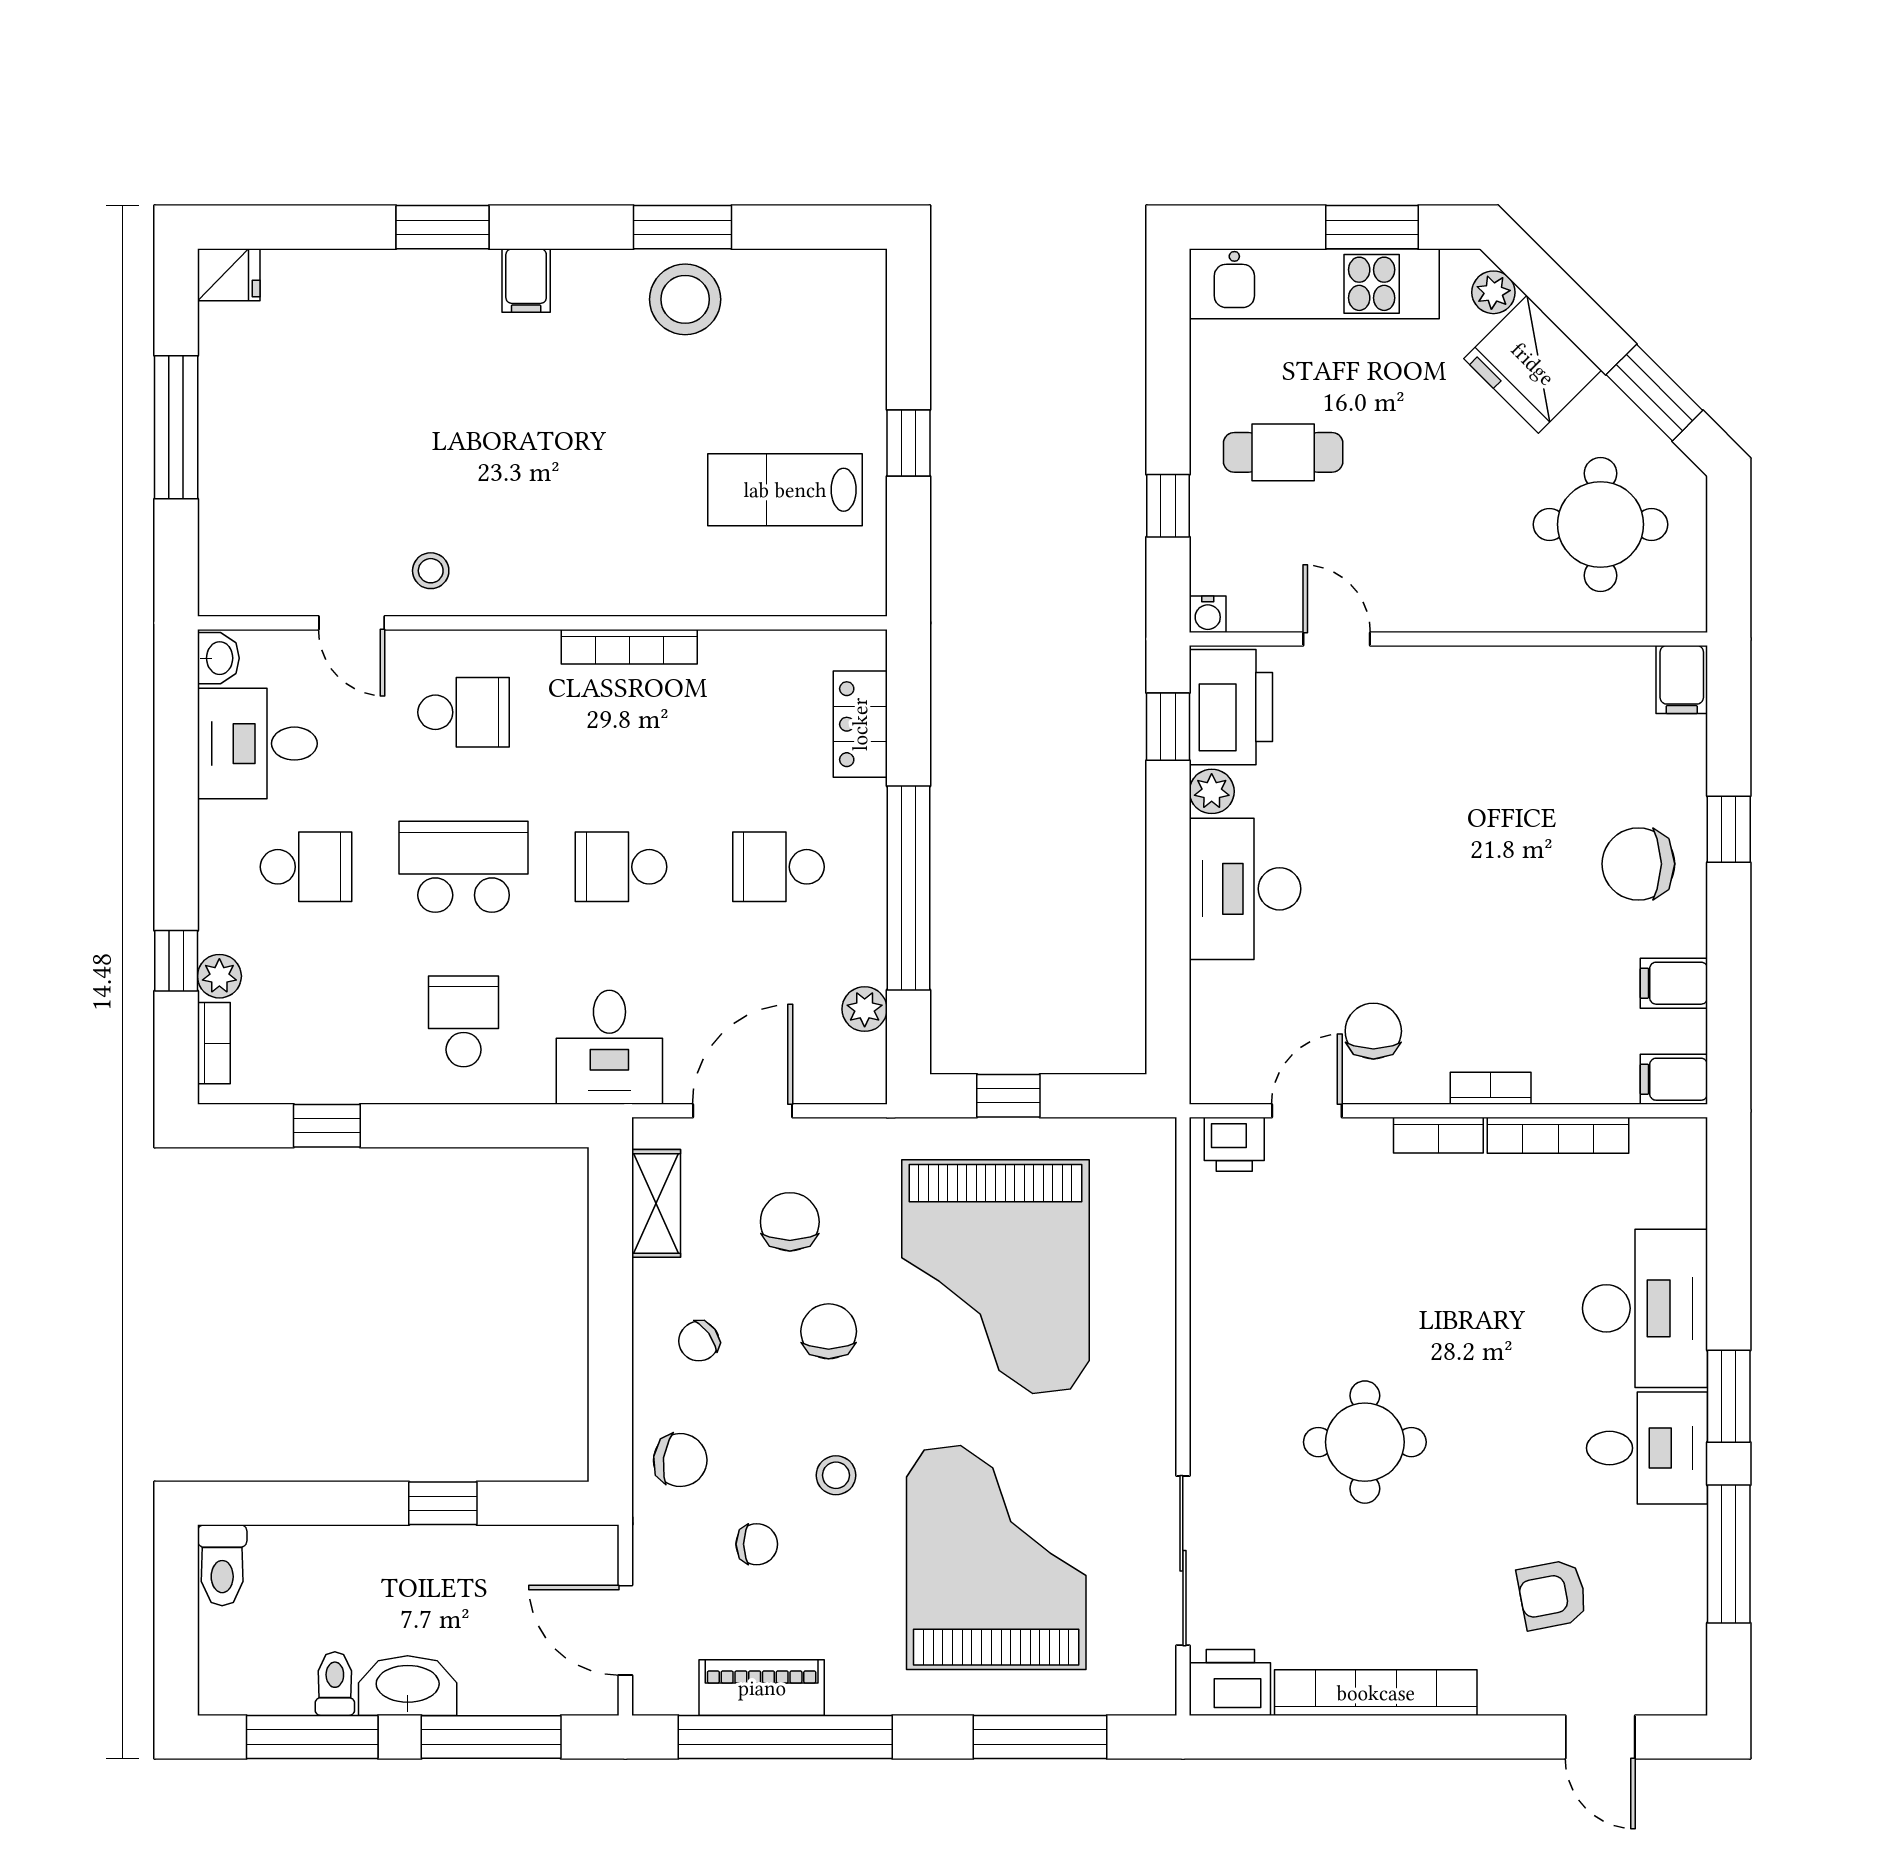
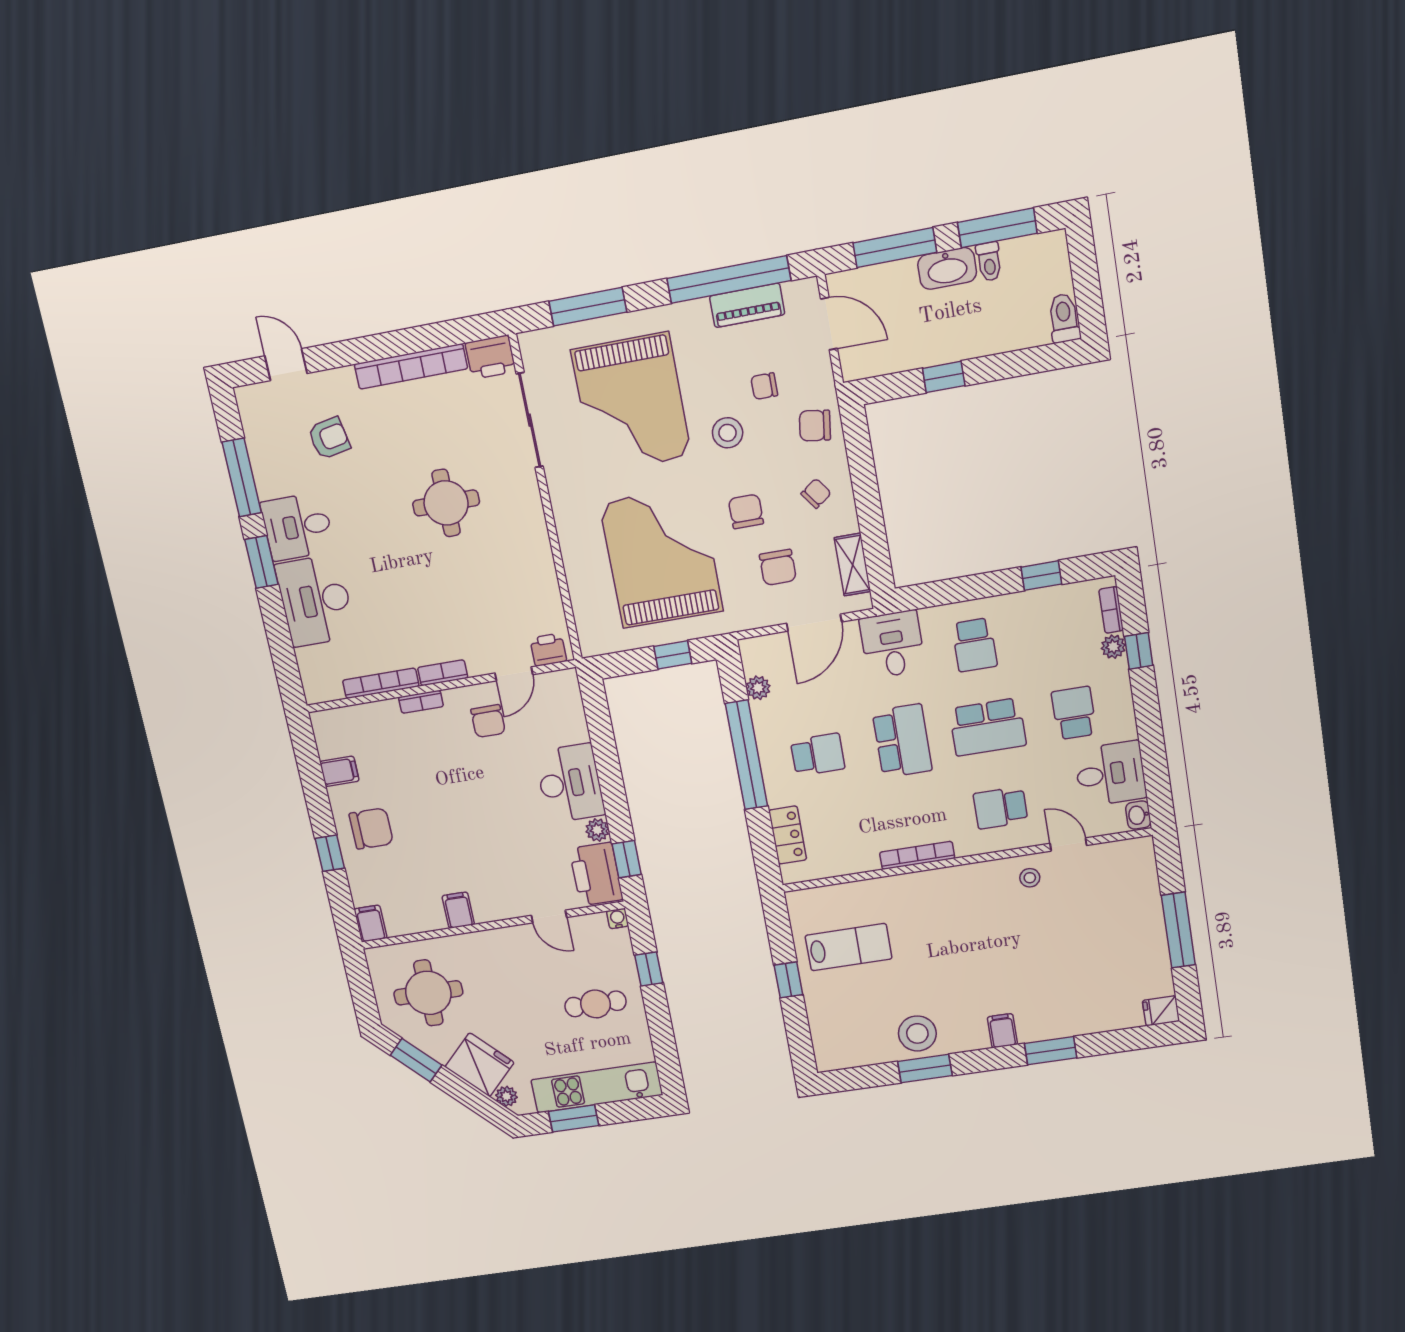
school desk: (306, 867) -> (1074, 713), turned 90
school desk: (621, 867) -> (902, 741), width x1.85
filing cabinet: (1674, 1079) -> (458, 910), moved, turned -90
chair: (829, 1331) -> (746, 511), turned 180
stool: (836, 1475) -> (728, 433), width x1.37, depth x1.37

